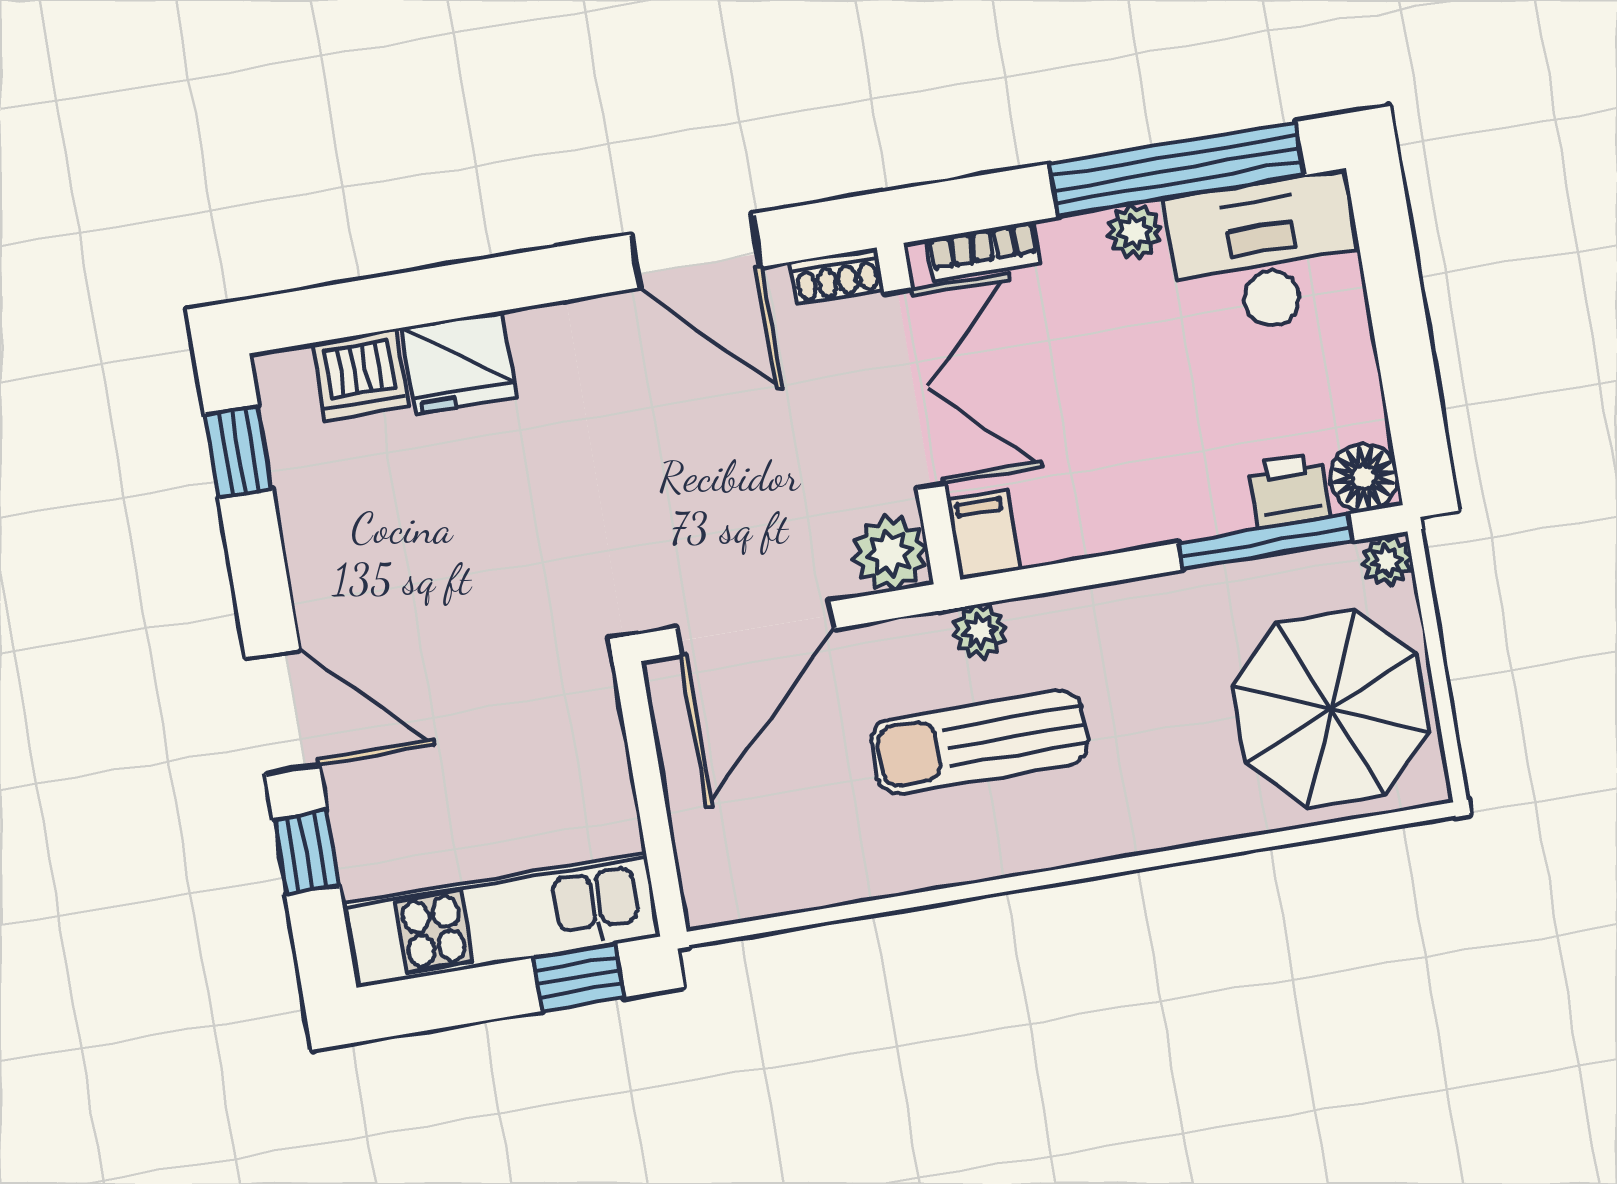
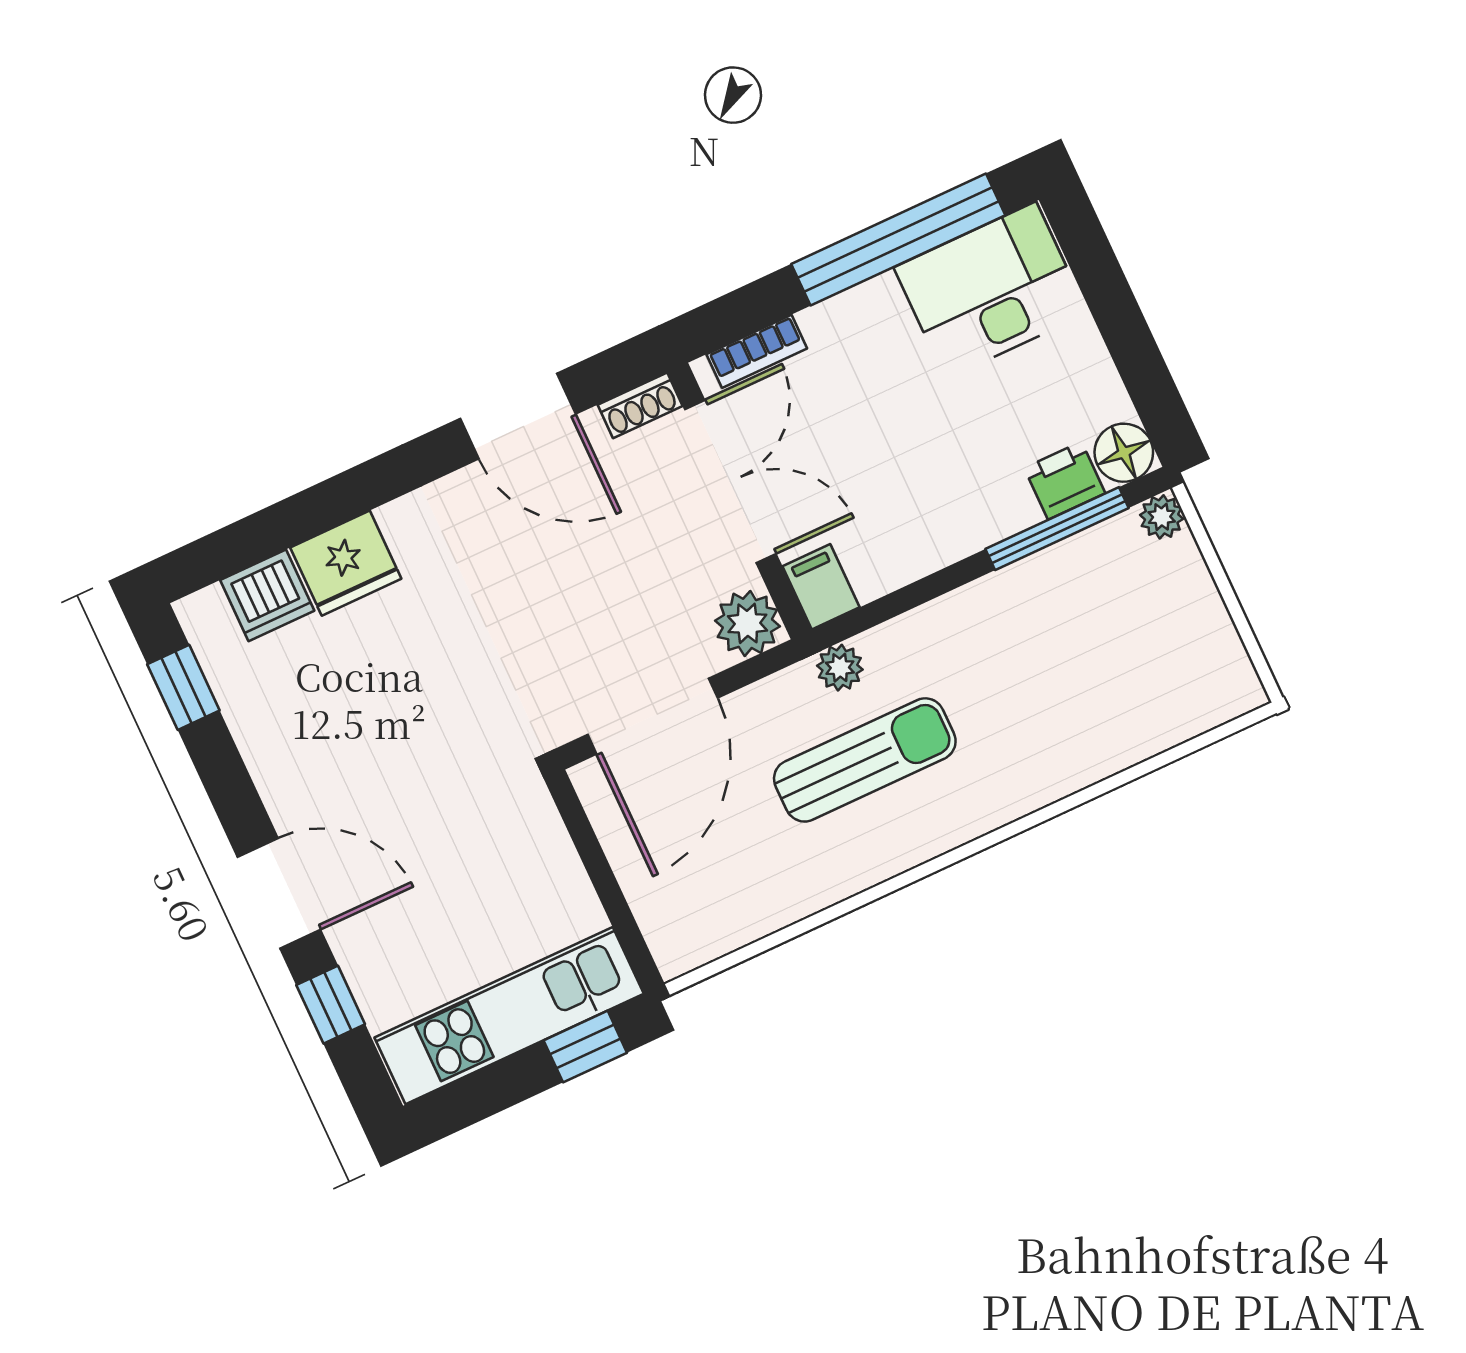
plant: (1135, 232) -> (878, 301), removed
parasol: (1331, 709) -> (1149, 653), removed
sun lounger: (980, 742) -> (865, 760), turned 180

